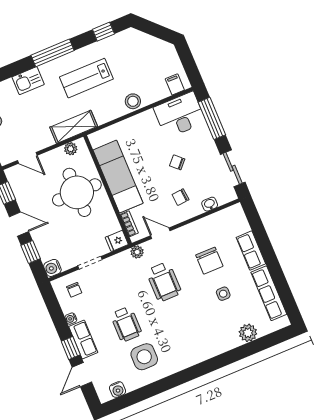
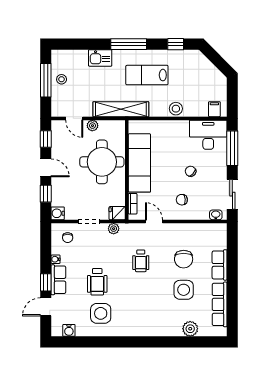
shelving: (74, 127) -> (121, 109), width x1.47
plant: (71, 149) -> (92, 126), moved
washbasin: (210, 204) -> (216, 215), moved
plant: (137, 252) -> (114, 229), moved
wheelchair: (164, 282) -> (141, 261), width x0.73, depth x0.73
side table: (223, 294) -> (184, 290), width x1.87, depth x1.87

